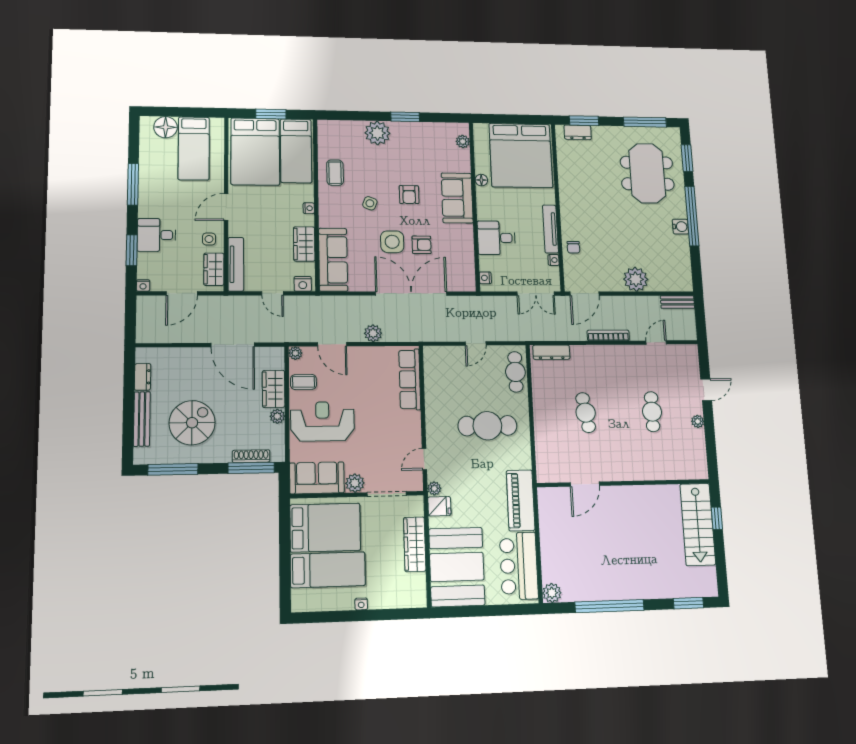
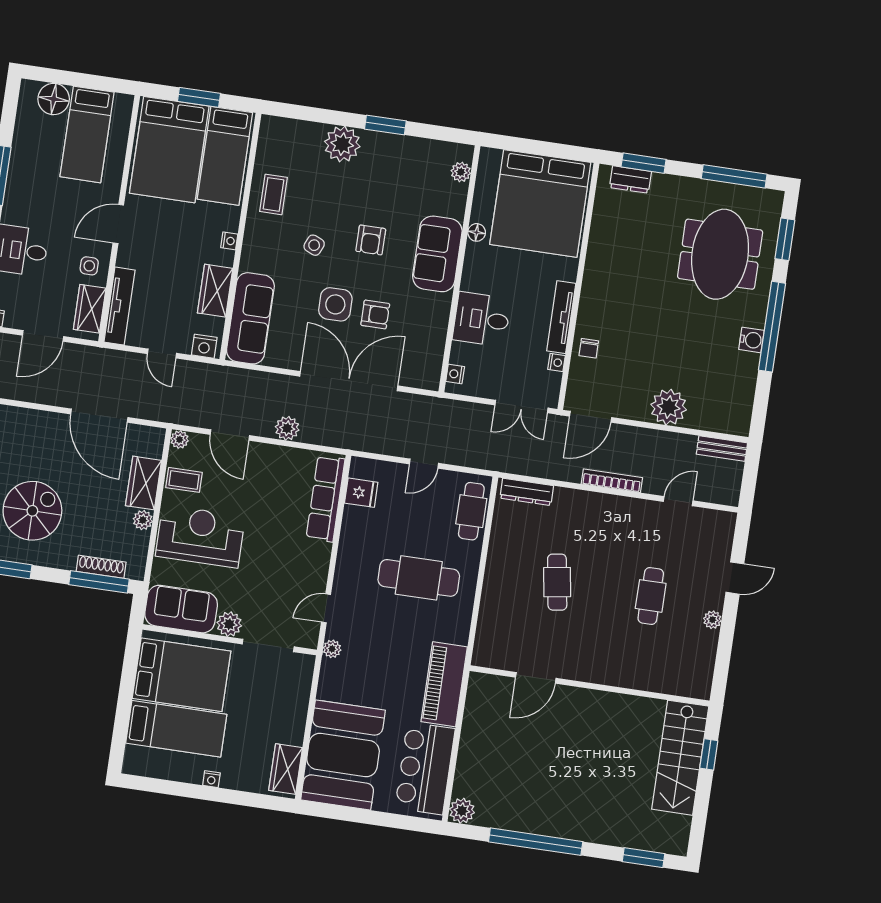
fridge: (439, 506) -> (361, 493), moved
wardrobe: (415, 544) -> (286, 769), moved, width x0.67

